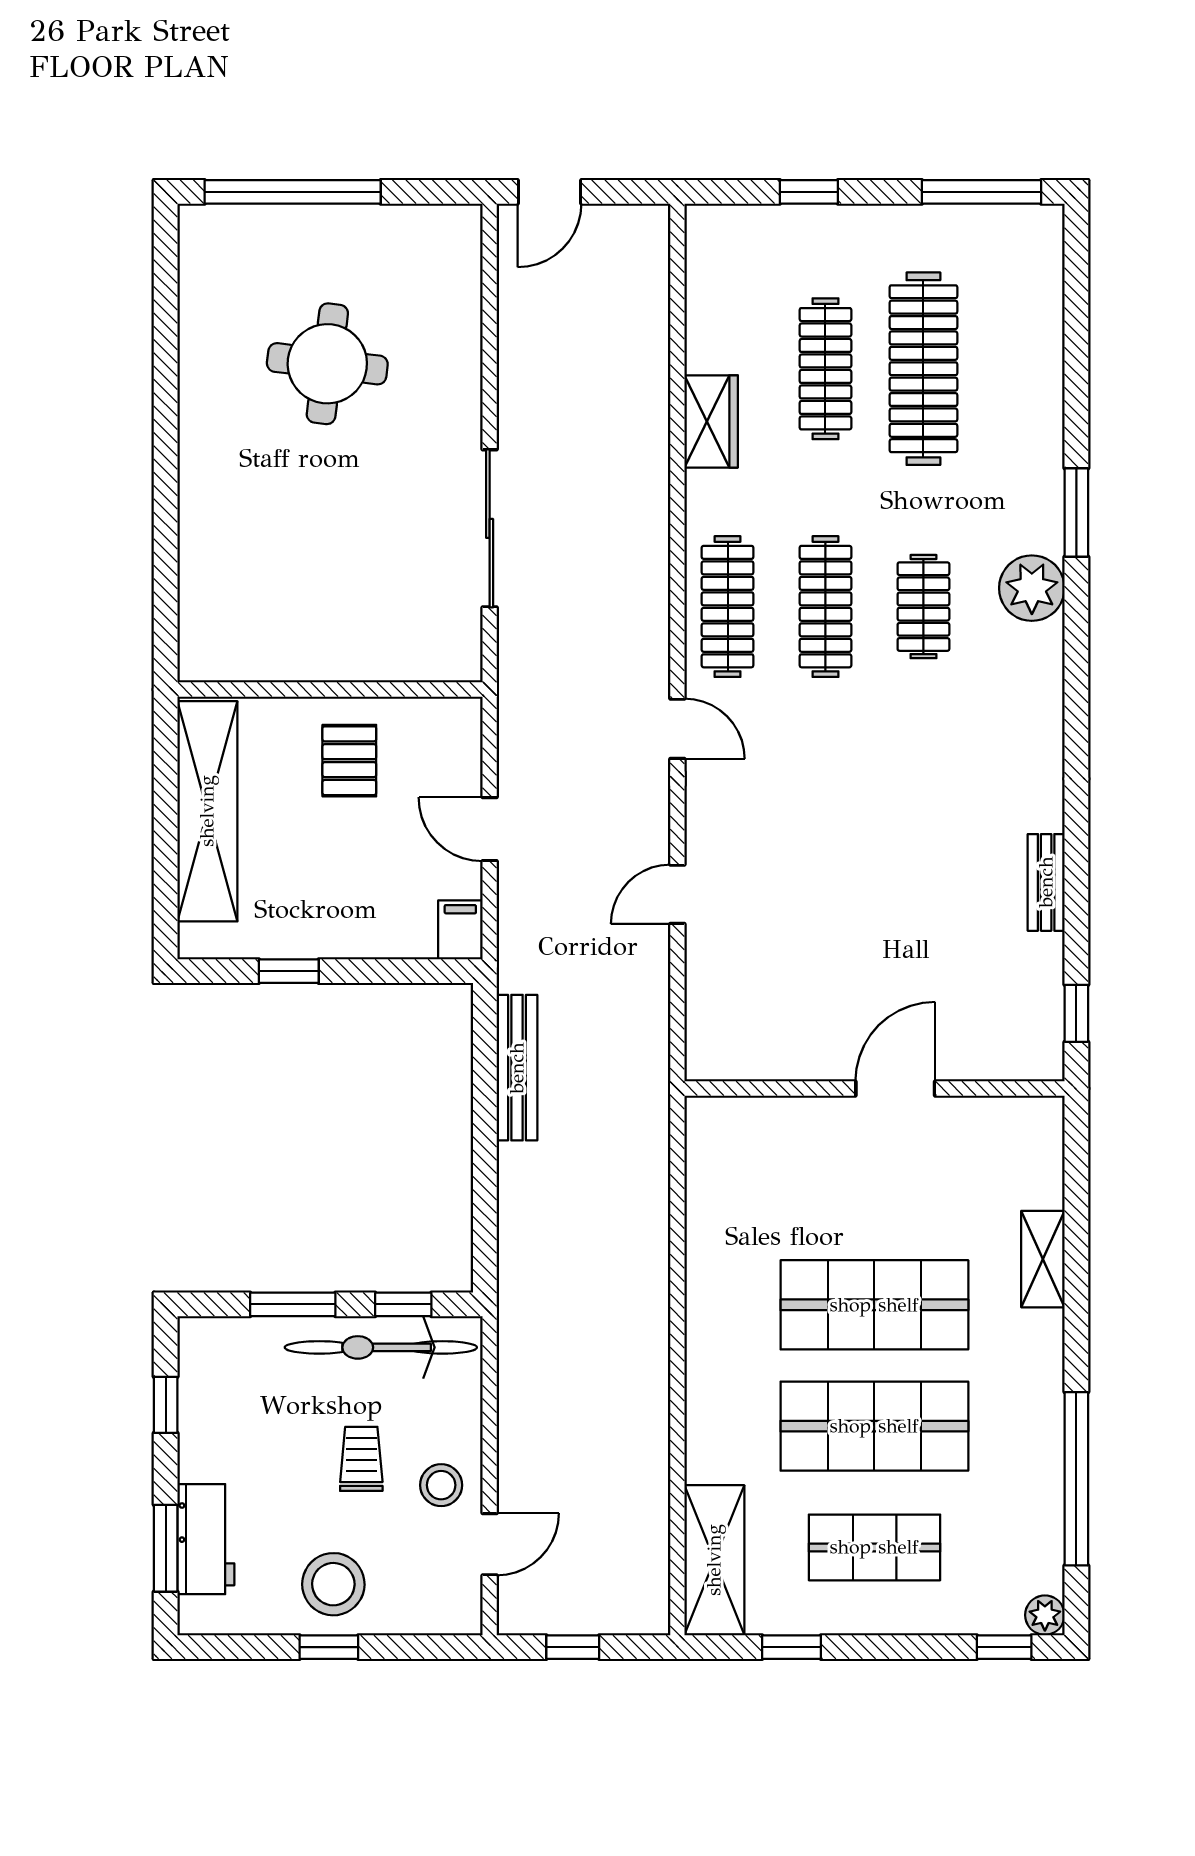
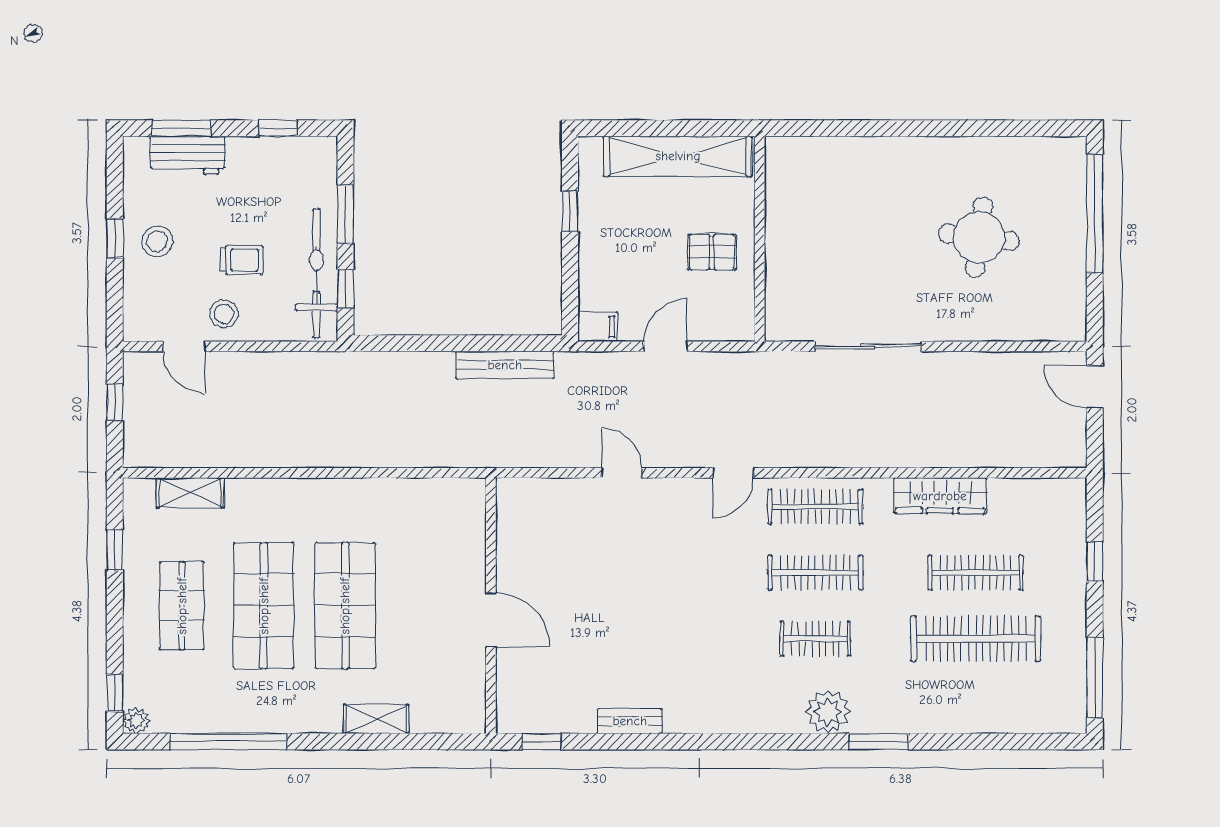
wardrobe: (711, 421) -> (940, 496), width x1.50
shelving: (714, 1560) -> (190, 493), width x0.67, depth x0.75
stool: (333, 1584) -> (157, 241), width x0.73, depth x0.73

